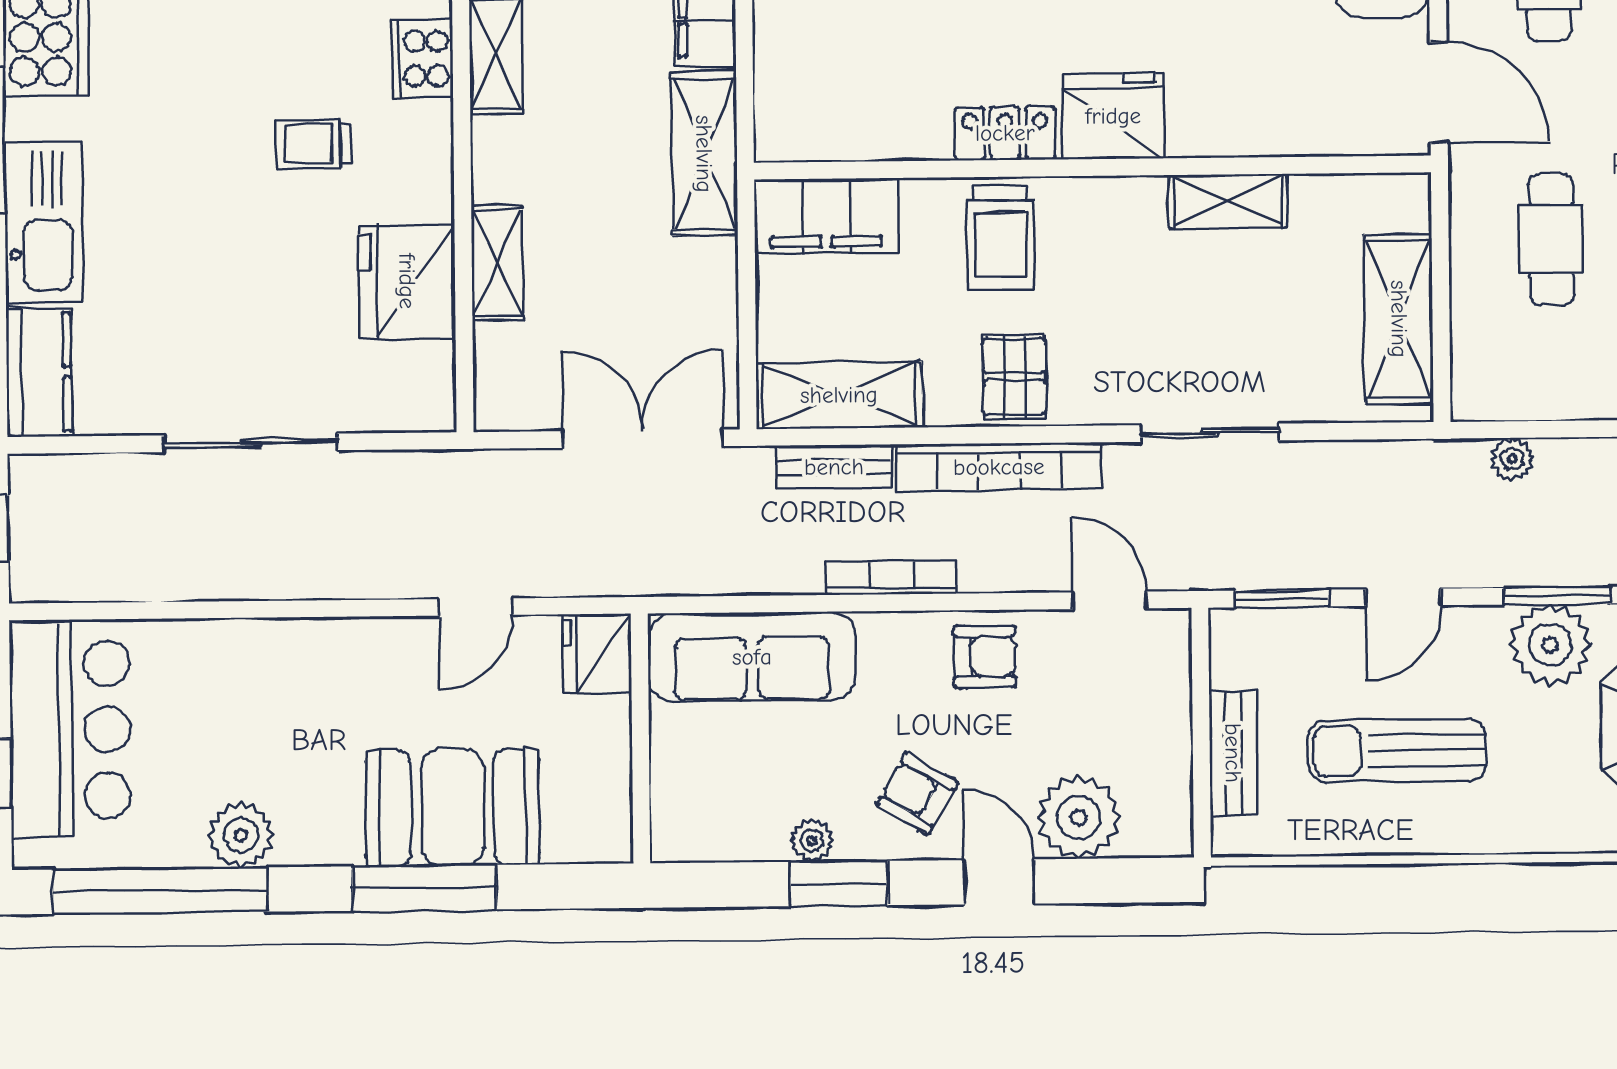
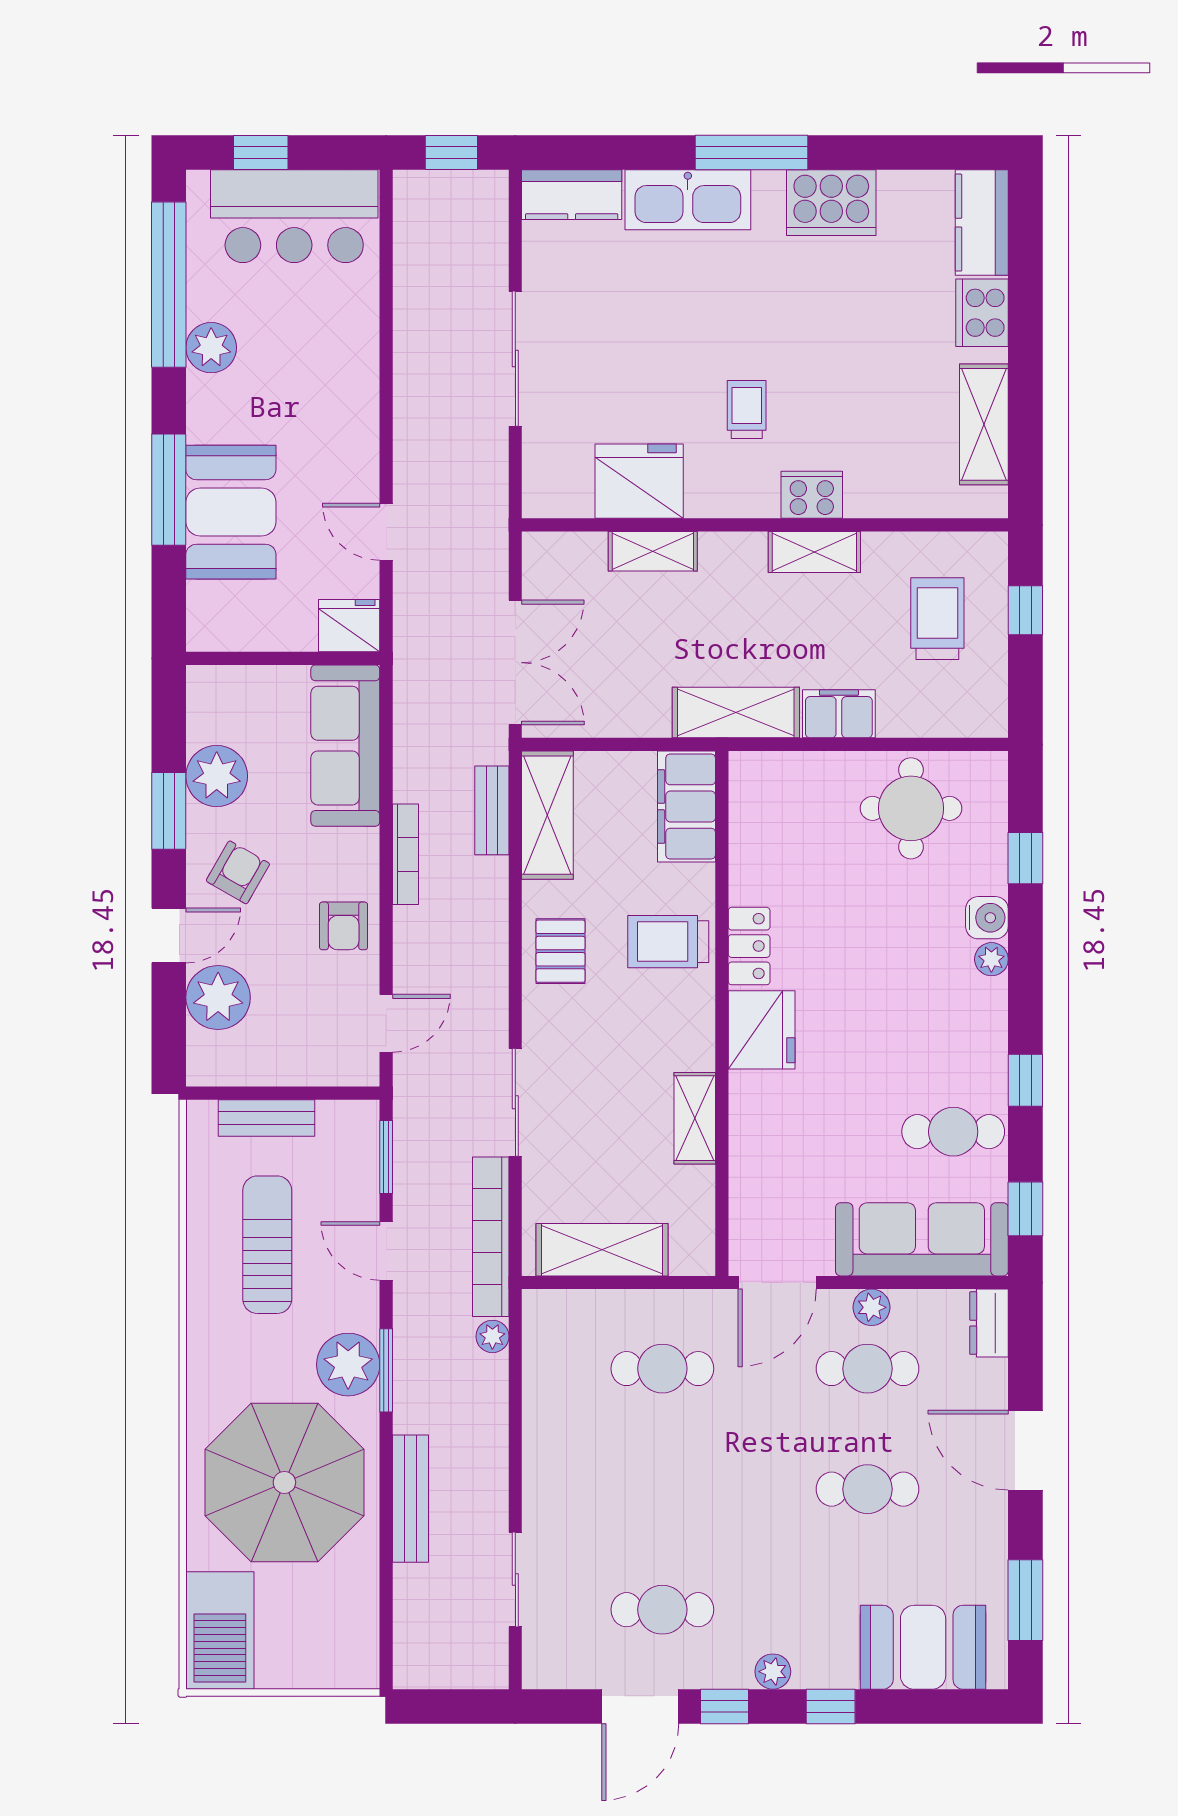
pallet: (1014, 376) -> (560, 951), turned 90
bookcase: (999, 467) -> (491, 1237), moved
plant: (812, 840) -> (217, 776), width x1.88, depth x1.88

